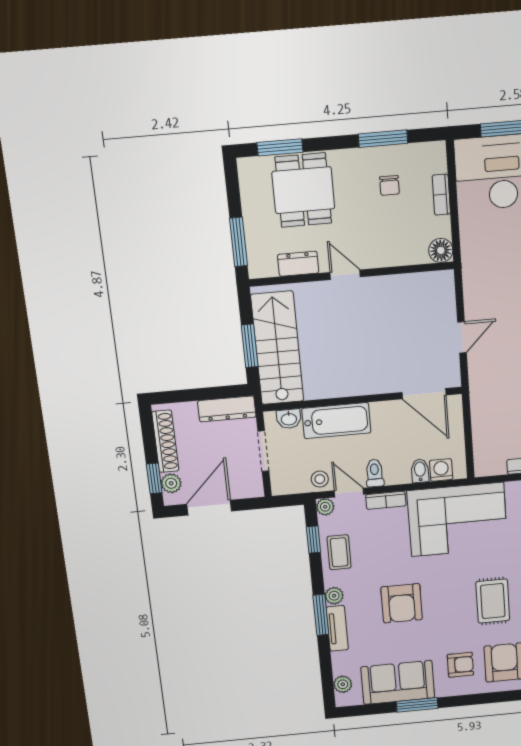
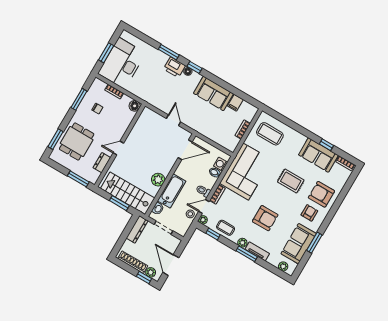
dining table: (303, 190) -> (77, 141), turned 90
plant: (339, 384) -> (158, 180), added

